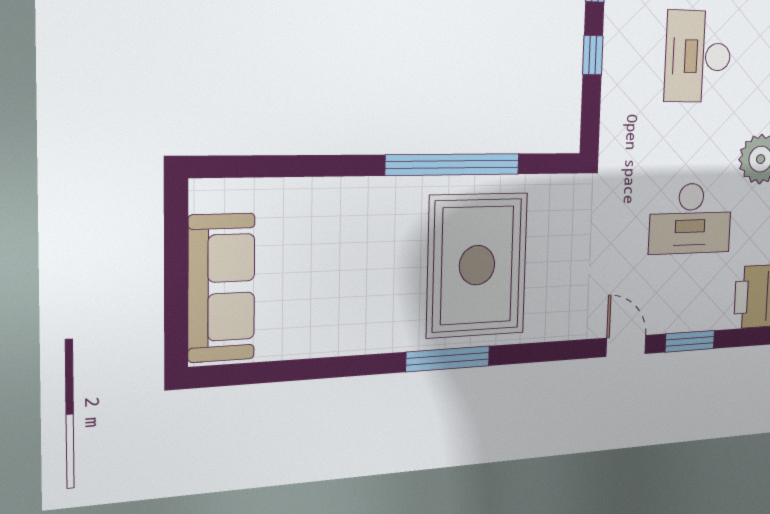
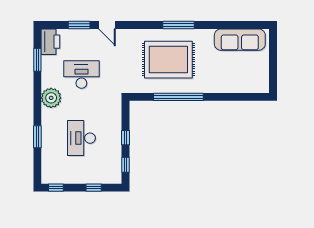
desk: (698, 57) -> (81, 138), turned 180
rug: (477, 265) -> (168, 60), turned 90
sofa: (221, 288) -> (240, 40), moved, turned -90

